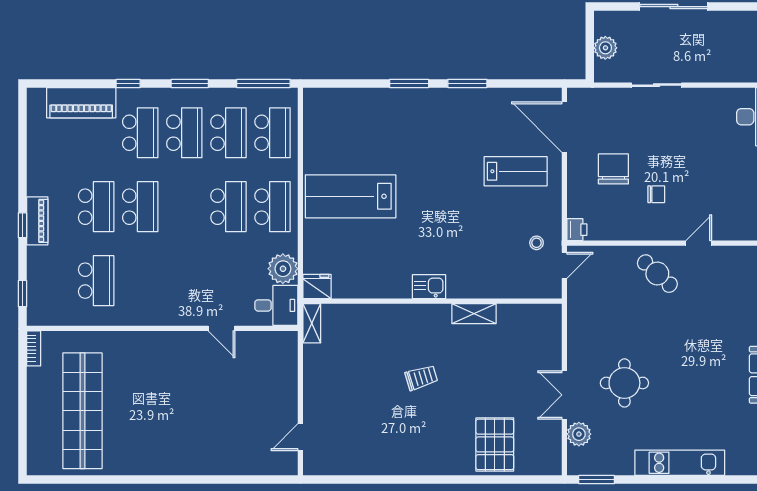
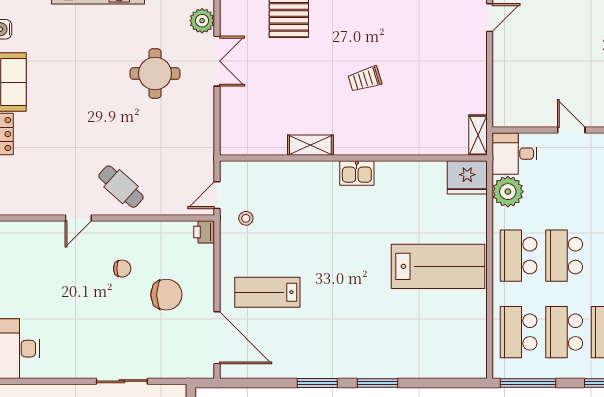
chair: (613, 169) -> (166, 295), turned -90
chair: (656, 194) -> (122, 269), turned 180
fridge: (317, 287) -> (467, 177), width x1.36, depth x1.34

